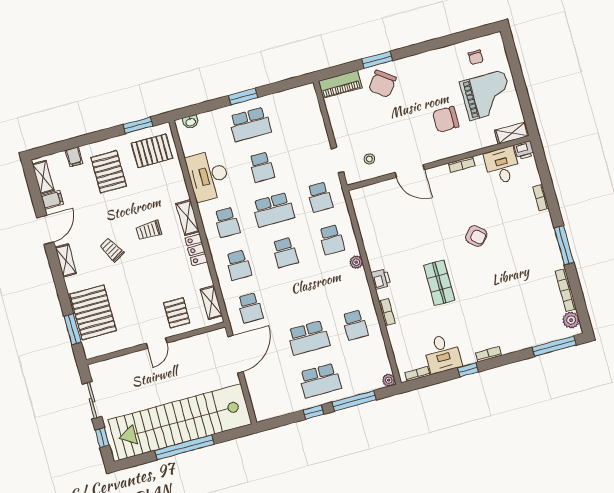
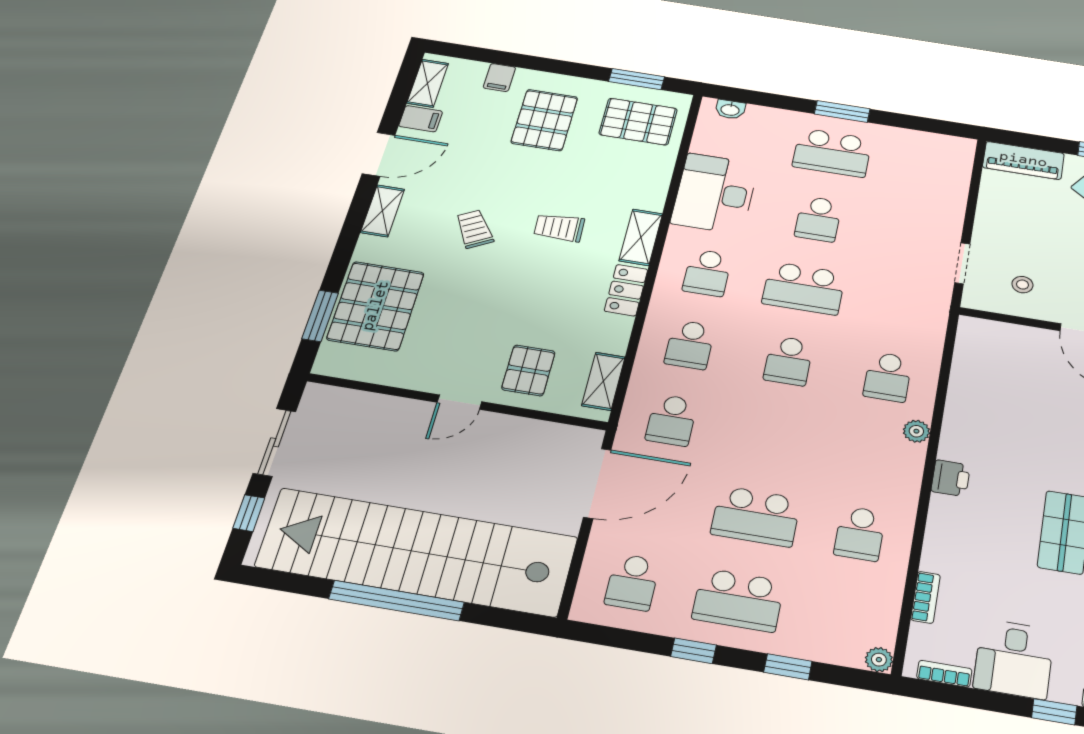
school desk: (320, 197) -> (632, 582), moved
bookcase: (387, 312) -> (925, 597), moved
window: (354, 401) -> (788, 667), width x0.46

